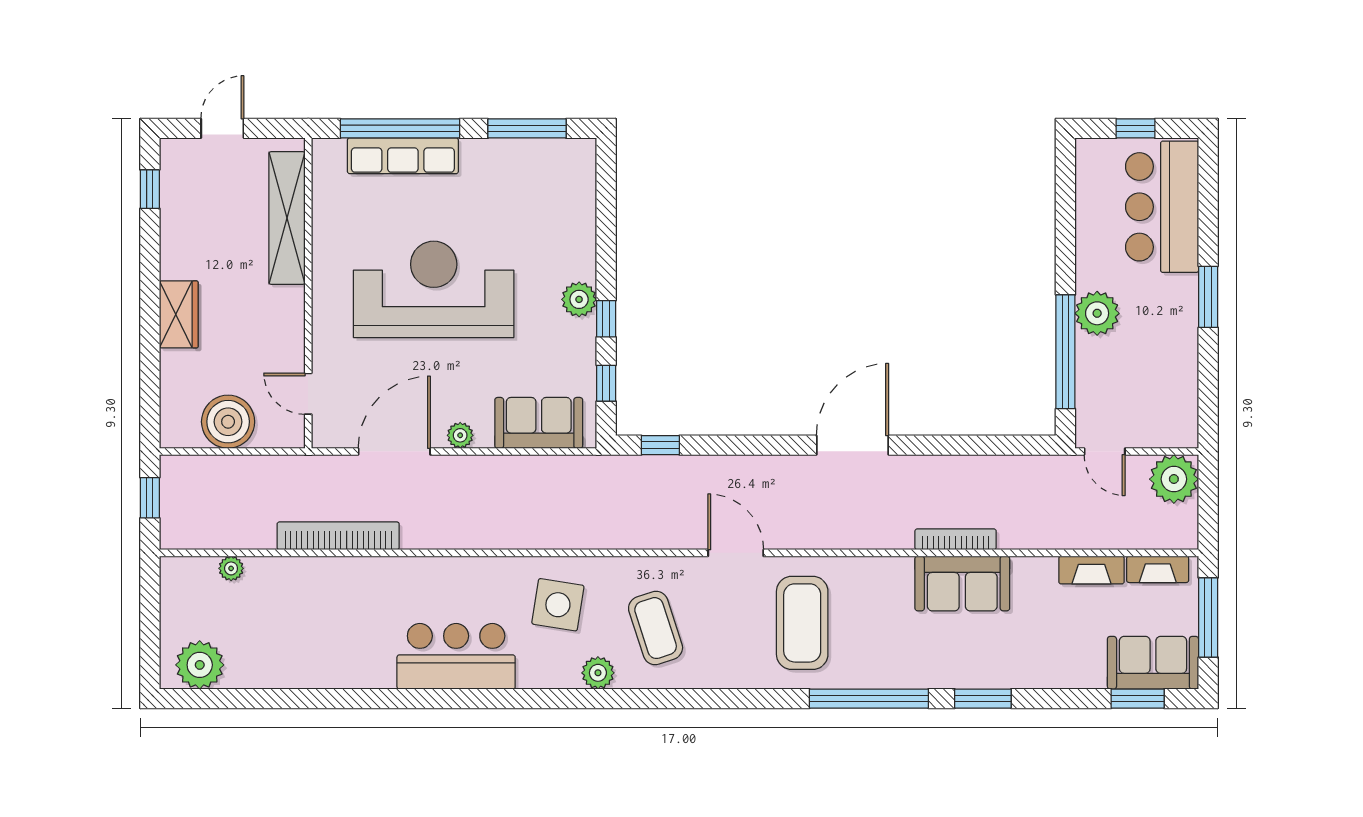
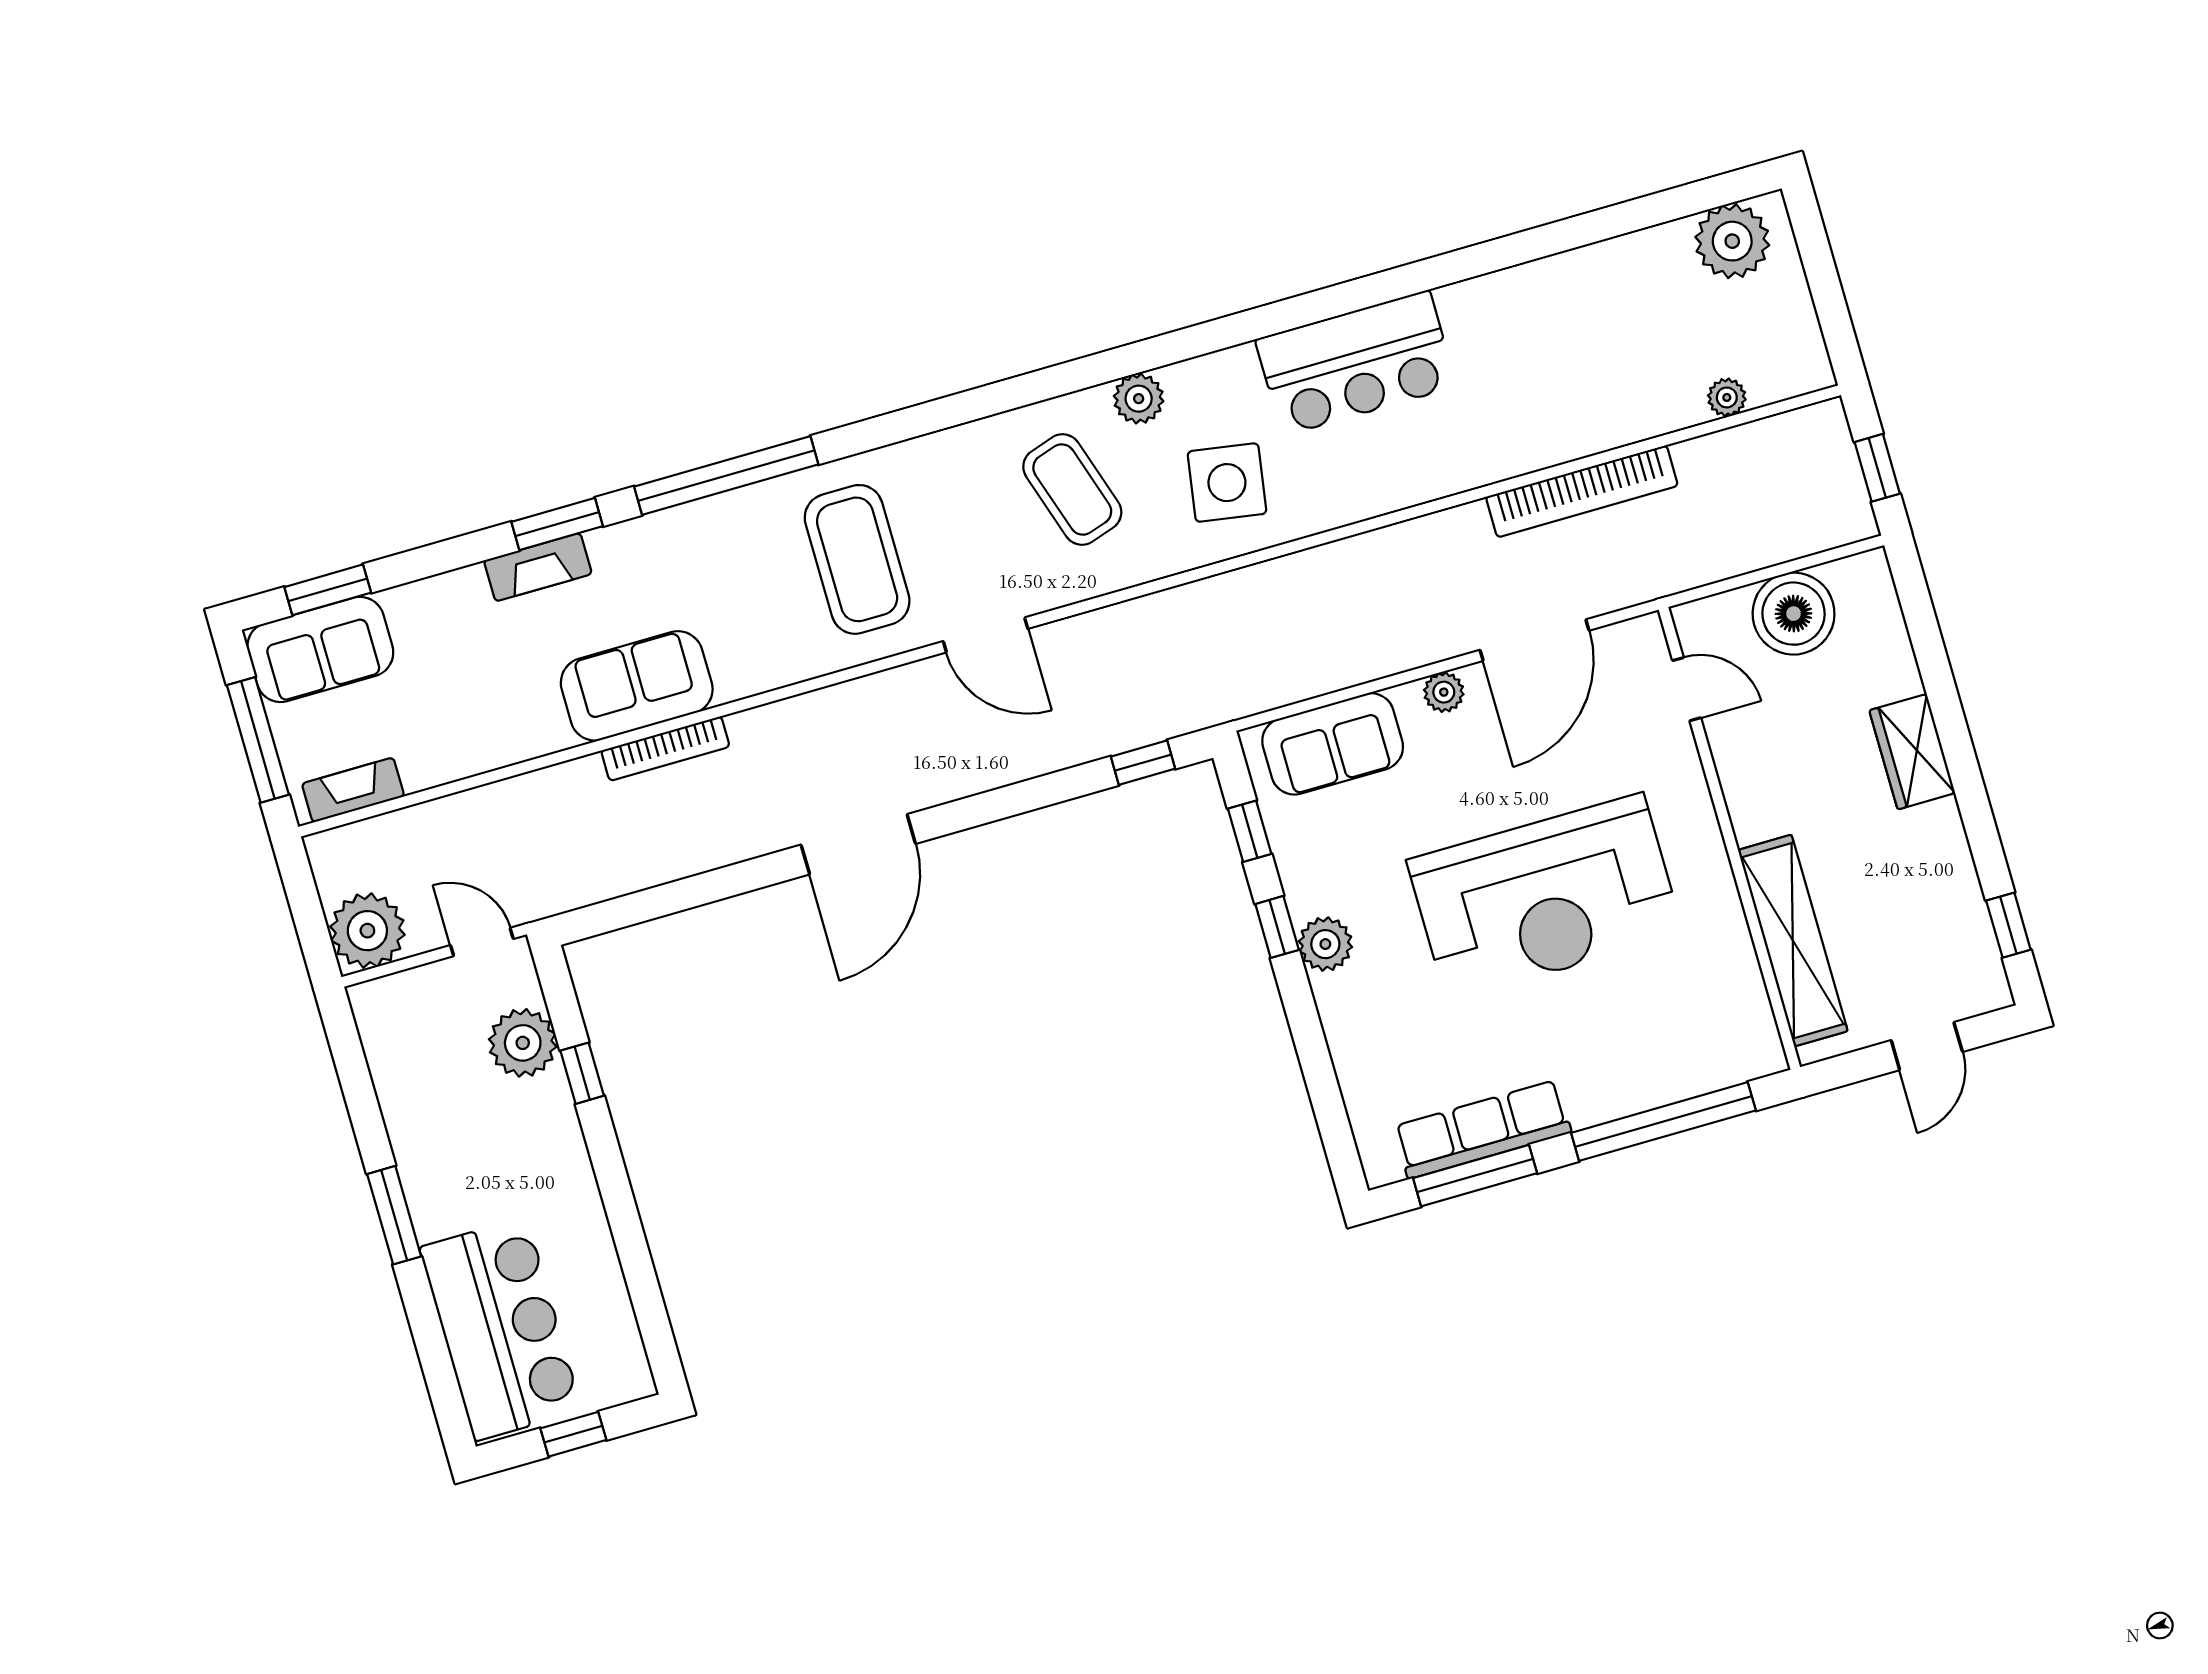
row of seats: (403, 156) -> (1482, 1129), moved
plant: (1097, 313) -> (523, 1043), moved
window: (1065, 352) -> (582, 1073), width x0.32
fireplace: (1091, 570) -> (538, 567), moved, turned 180

